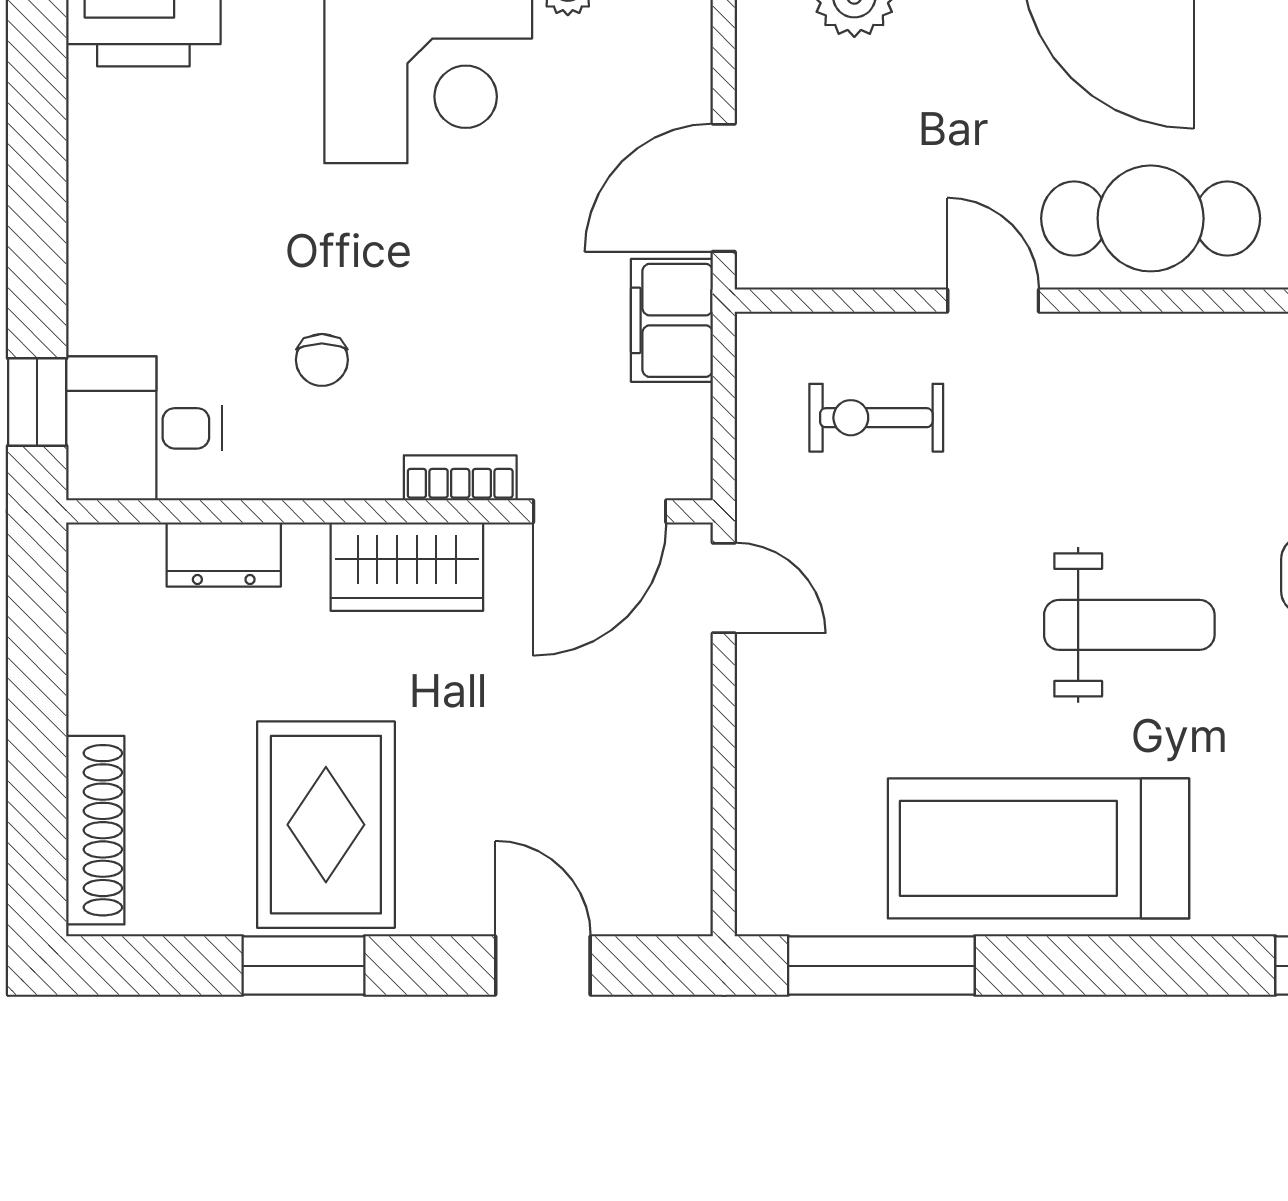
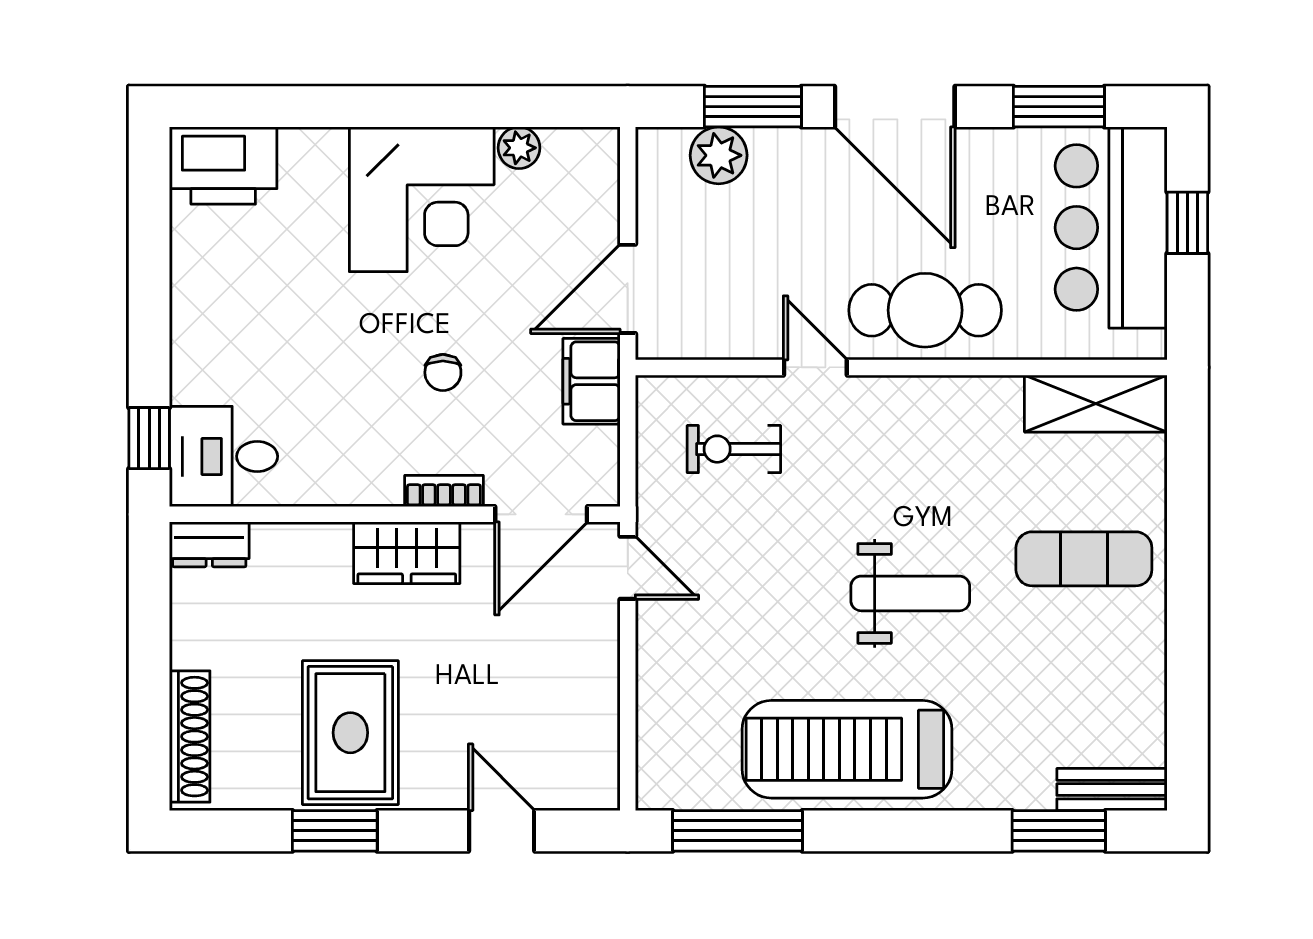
chair: (322, 360) -> (443, 372), moved
dresser: (224, 554) -> (209, 544), moved

